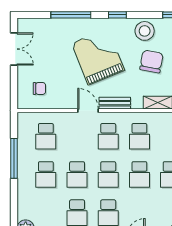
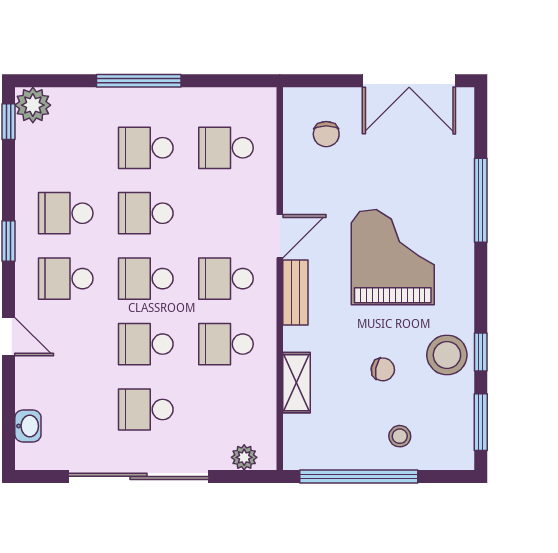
window: (117, 15) -> (481, 352), moved
double door: (14, 49) -> (409, 81), width x1.37
grand piano: (98, 57) -> (393, 257), turned -68
chair: (151, 61) -> (383, 369), width x0.54, depth x0.54
window: (14, 158) -> (139, 81), moved

